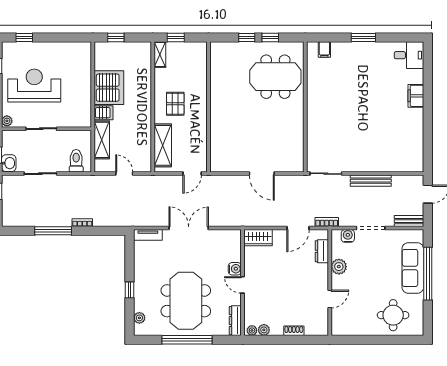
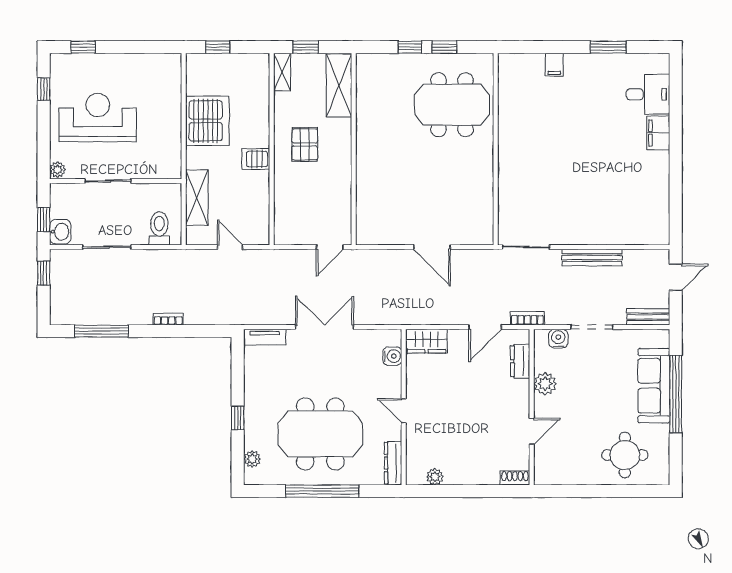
window: (363, 37) -> (608, 47), moved
filing cabinet: (324, 49) -> (554, 65), moved
desk: (409, 55) -> (648, 94), moved
server rack: (104, 113) -> (256, 159), moved, turned 180
shelving: (163, 145) -> (339, 85), moved
window: (53, 231) -> (101, 331), moved
water cooler: (235, 269) -> (392, 356), moved
meeting table: (186, 301) -> (320, 434), turned 90
plant: (252, 330) -> (417, 478), removed
shoe rack: (294, 331) -> (515, 478), moved

